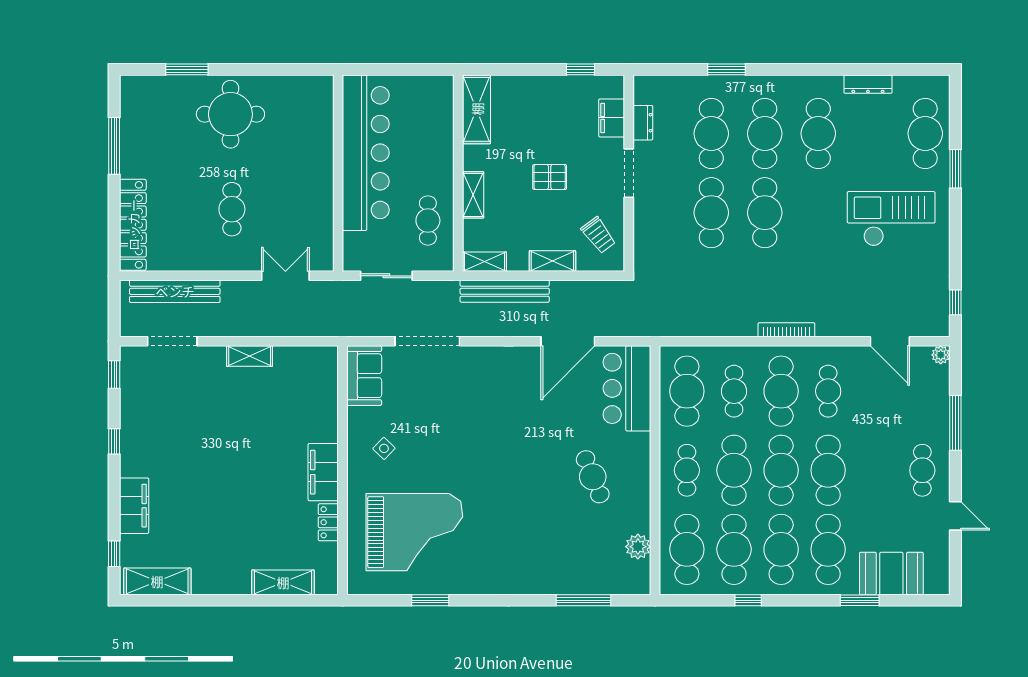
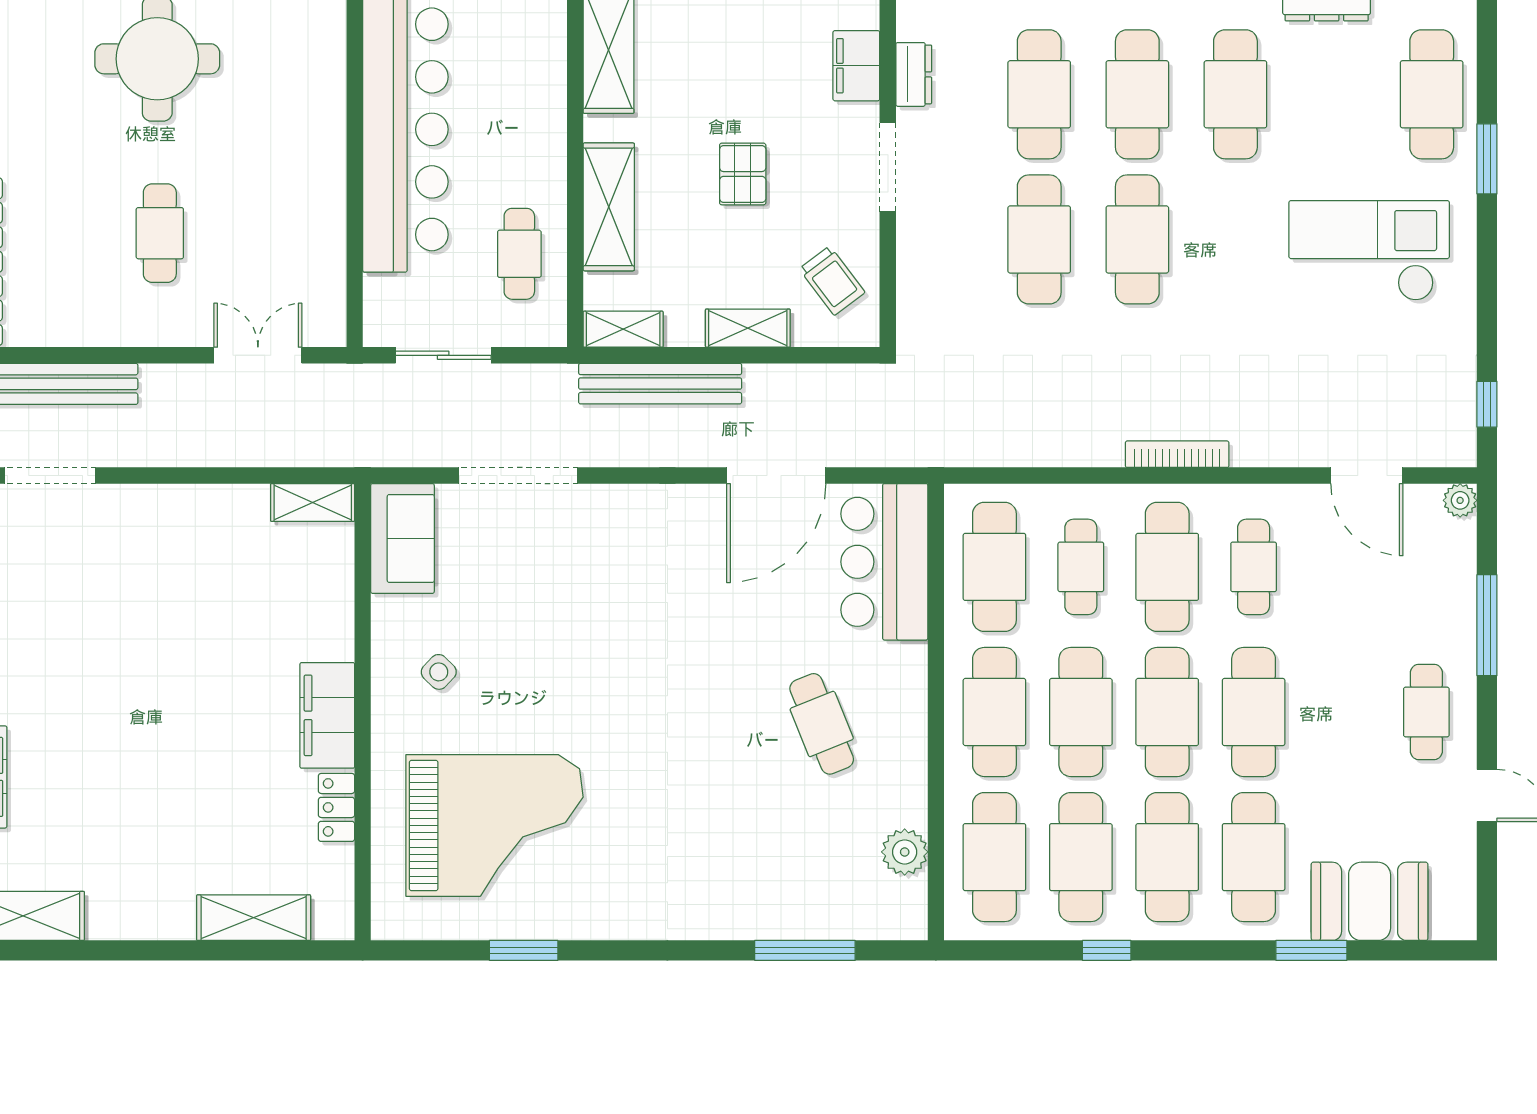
pallet: (550, 177) -> (743, 174), turned 90
shelving: (473, 195) -> (609, 207), width x1.50, depth x1.33
shelving: (250, 356) -> (313, 502), moved
cafe table: (687, 470) -> (994, 712), width x1.37, depth x1.35

